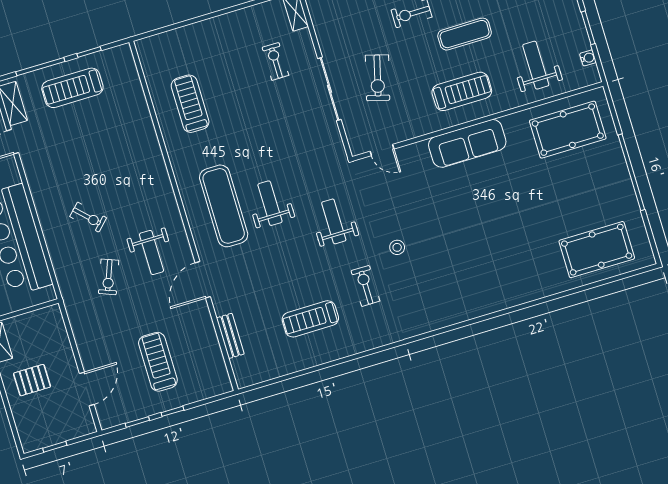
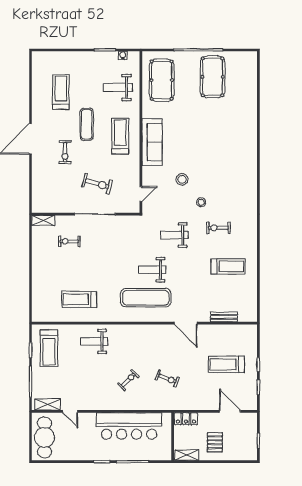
treadmill: (72, 88) -> (49, 348), moved
stool: (424, 207) -> (182, 179), added
pool table: (597, 250) -> (213, 77), moved
weight bench: (151, 253) -> (94, 341), moved, turned 180
treadmill: (310, 319) -> (228, 266), turned -90
locker: (55, 324) -> (186, 419), added

